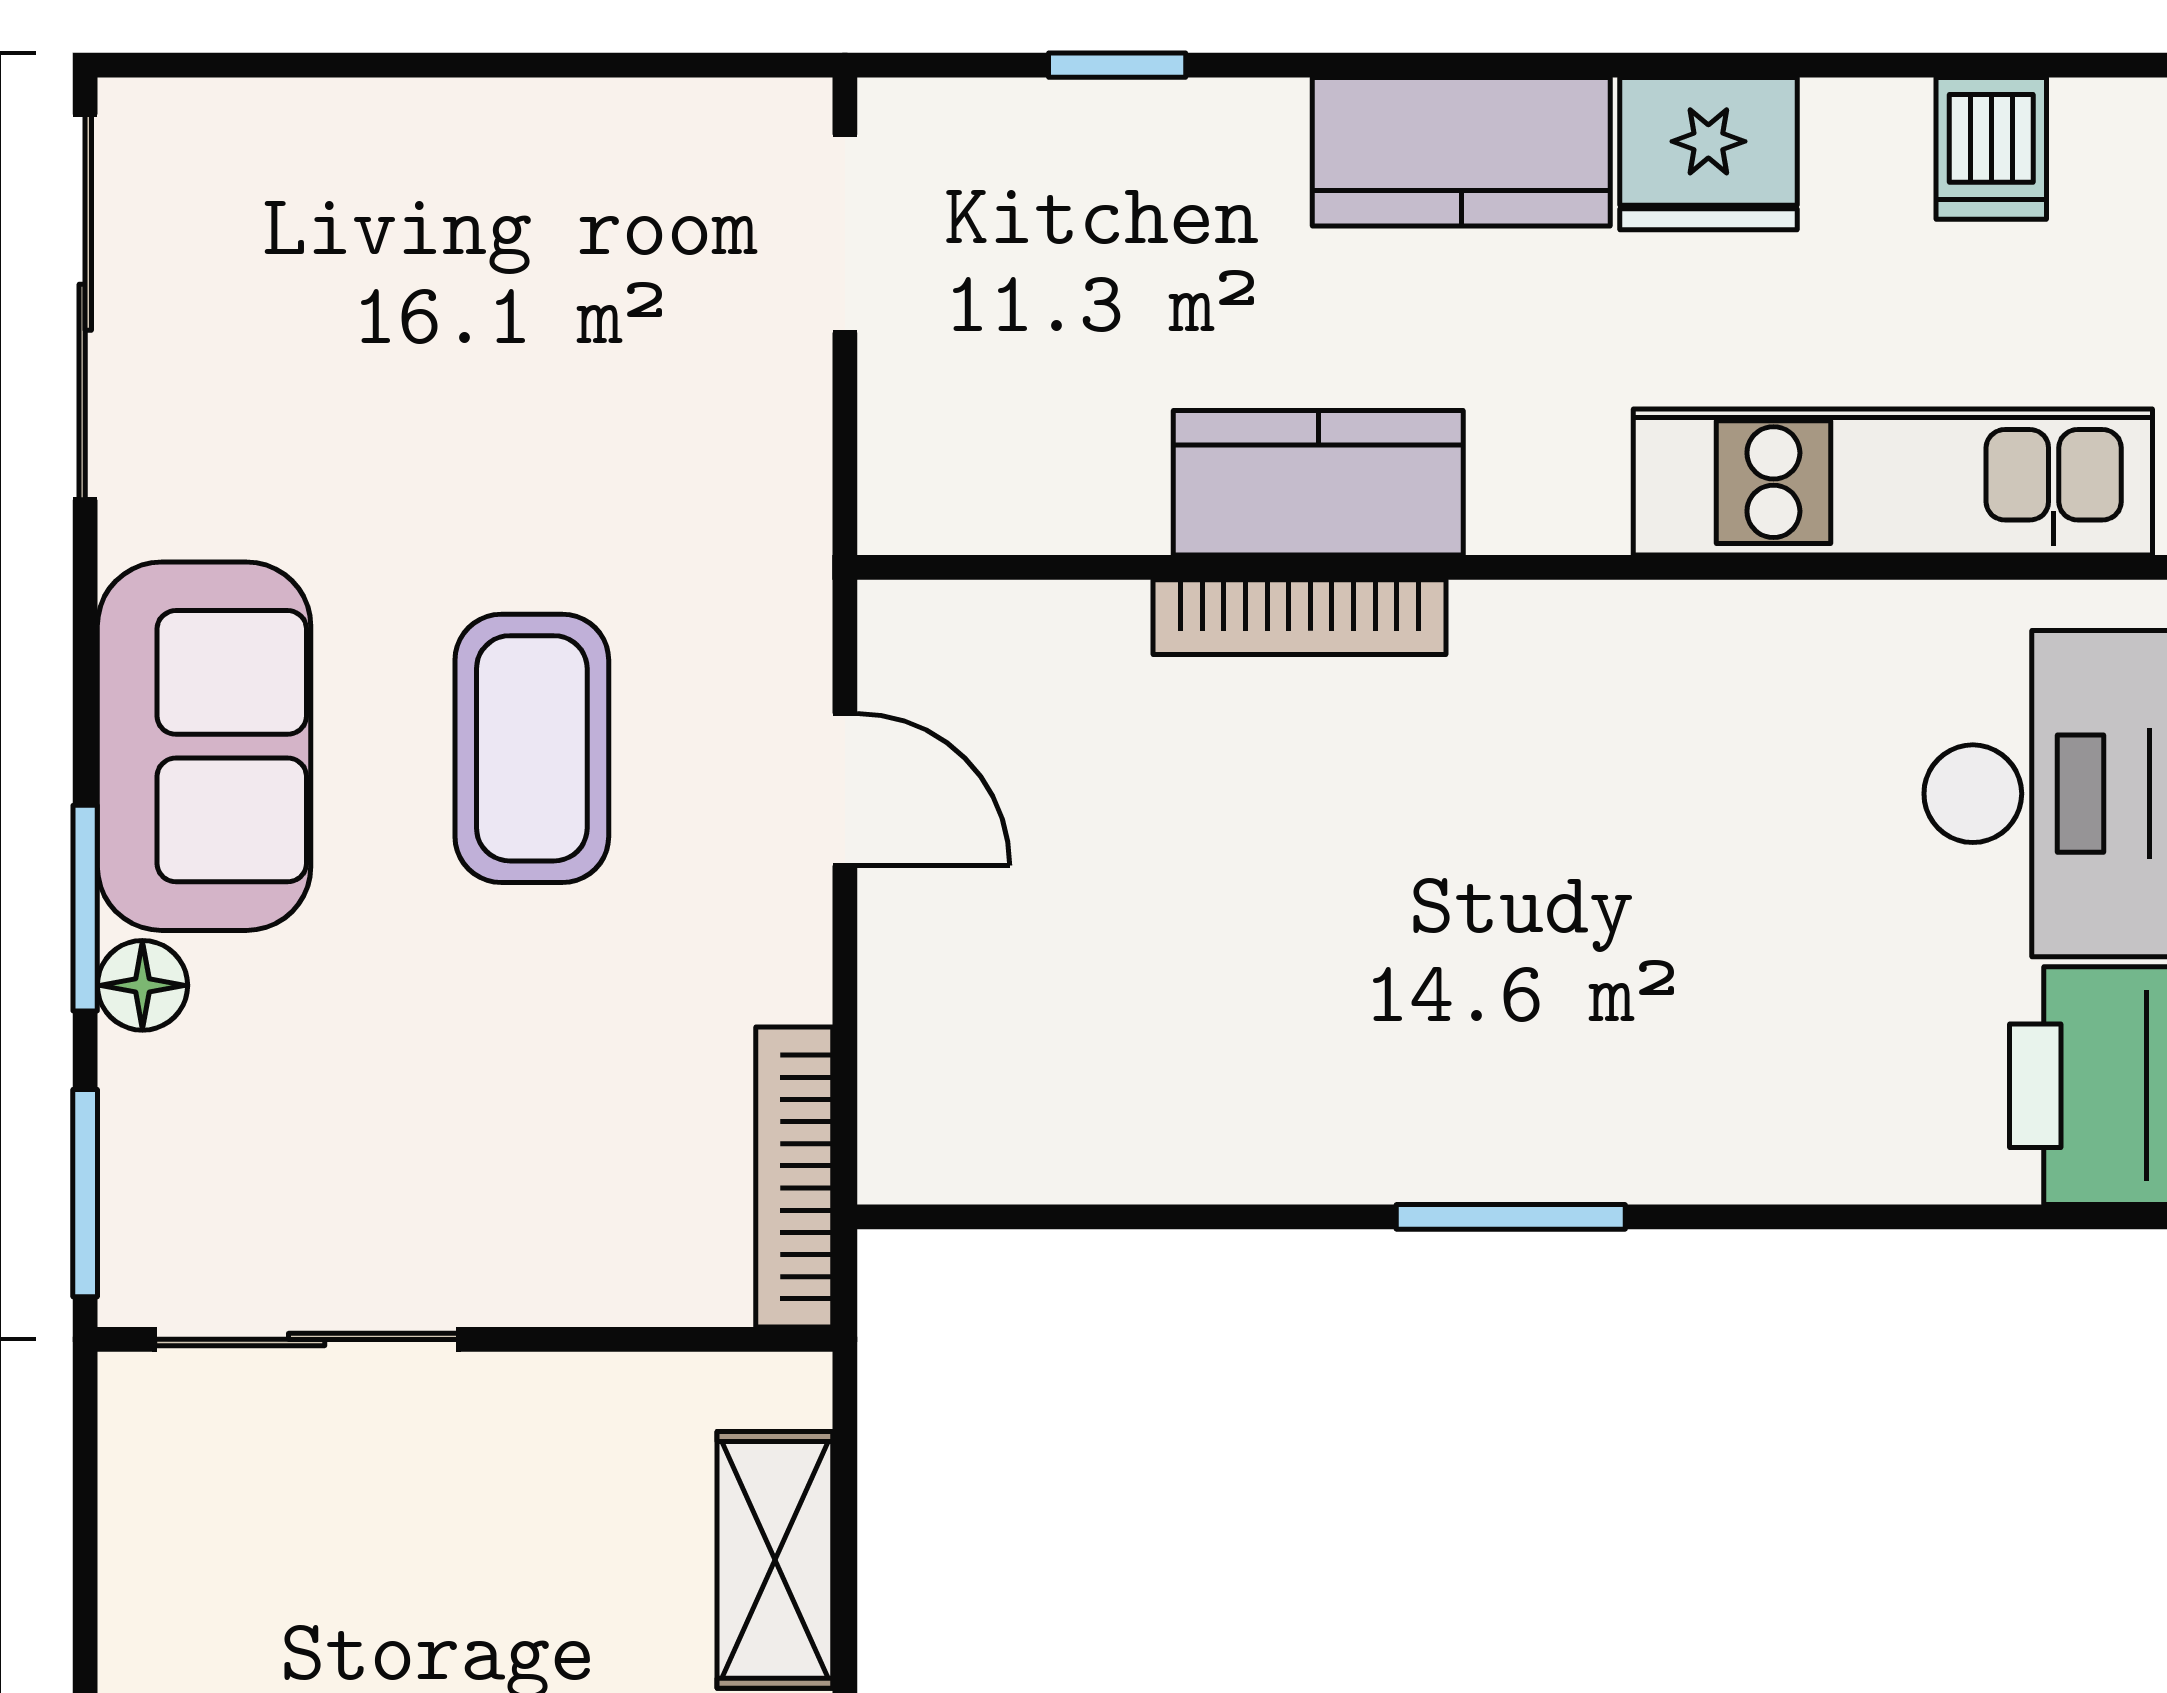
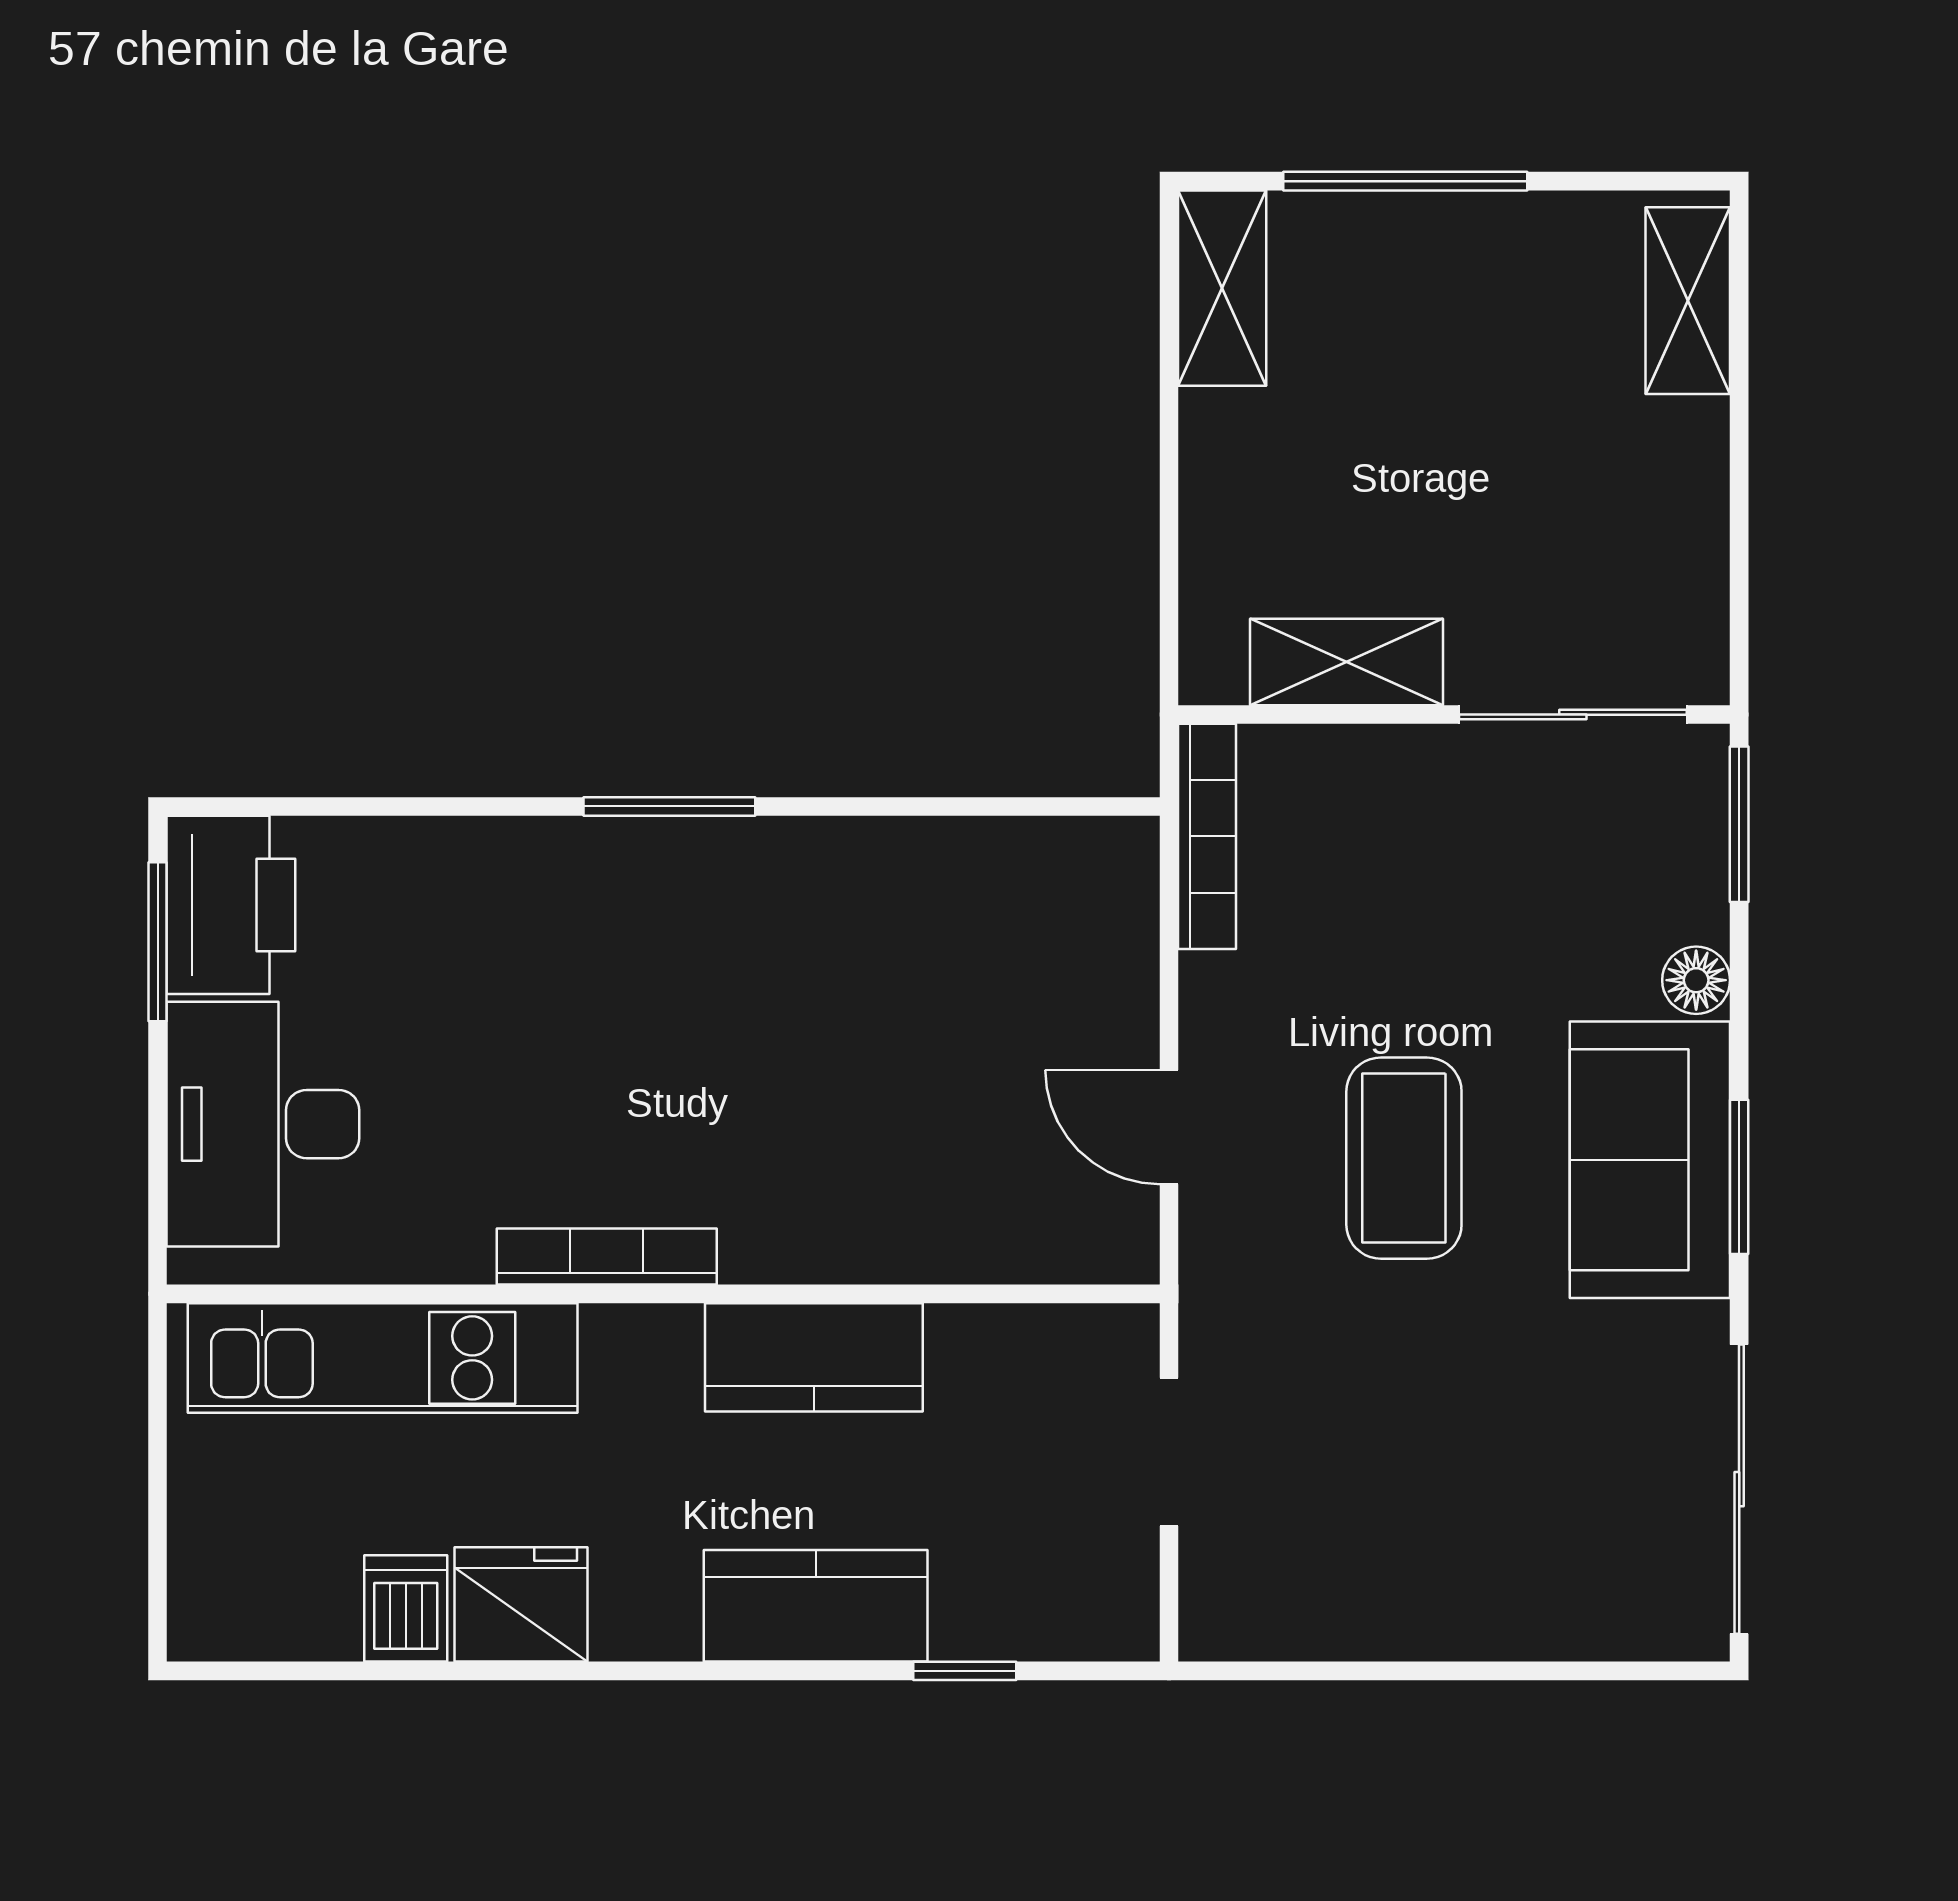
dishwasher: (1991, 148) -> (406, 1608), moved
kitchen counter: (1461, 152) -> (816, 1606), moved
doorway: (845, 234) -> (1169, 1452), moved
bookcase: (1299, 617) -> (607, 1256), moved
window: (85, 908) -> (1739, 1177), moved
shelving: (775, 1560) -> (1346, 662), moved, turned 90

